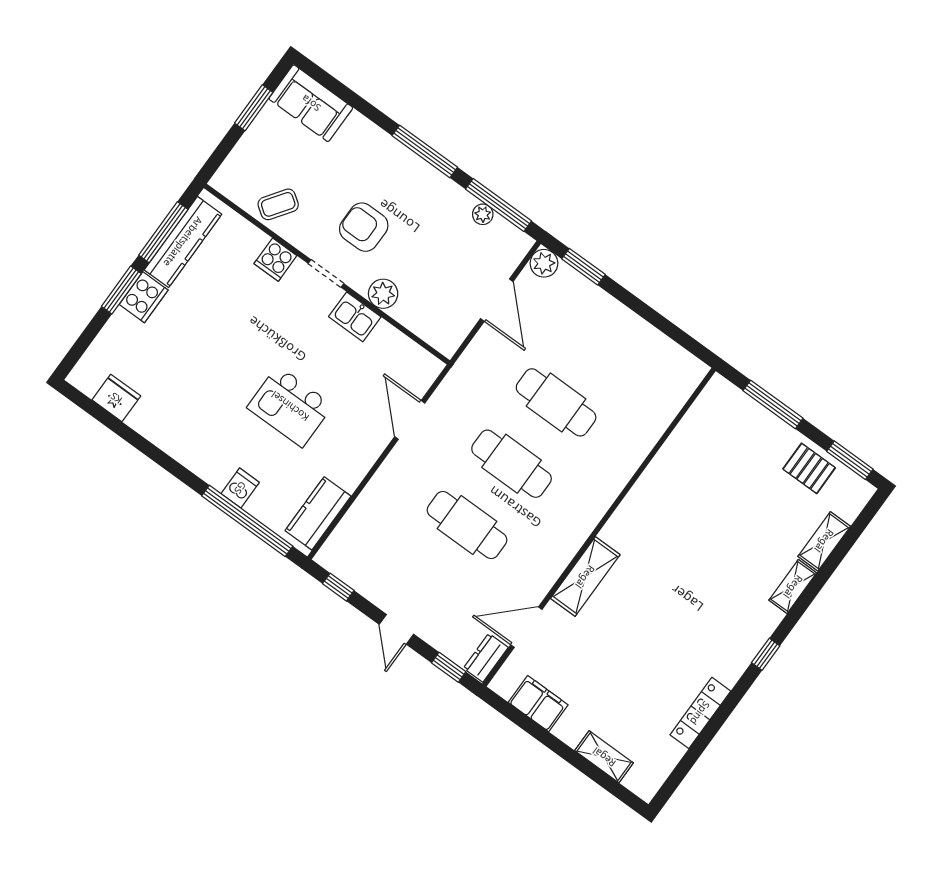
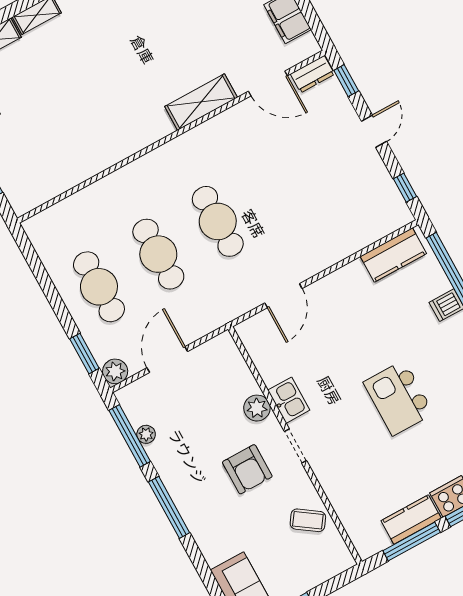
kitchen counter: (183, 242) -> (411, 520), width x0.67
cooker: (275, 260) -> (331, 477), removed
kitchen island: (290, 406) -> (398, 398), moved, turned 180
cafe table: (467, 525) -> (99, 287), moved

